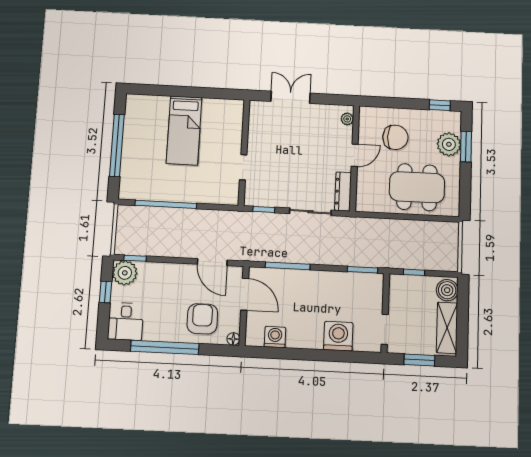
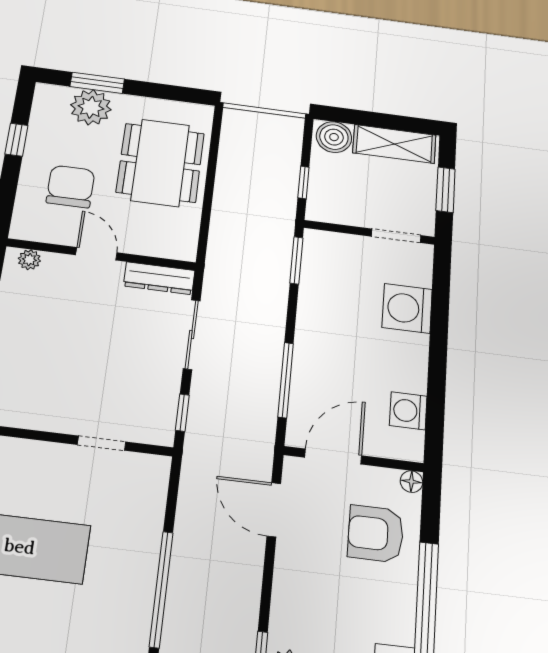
window: (440, 105) -> (16, 140), moved
door: (212, 262) -> (274, 510), swing flipped

